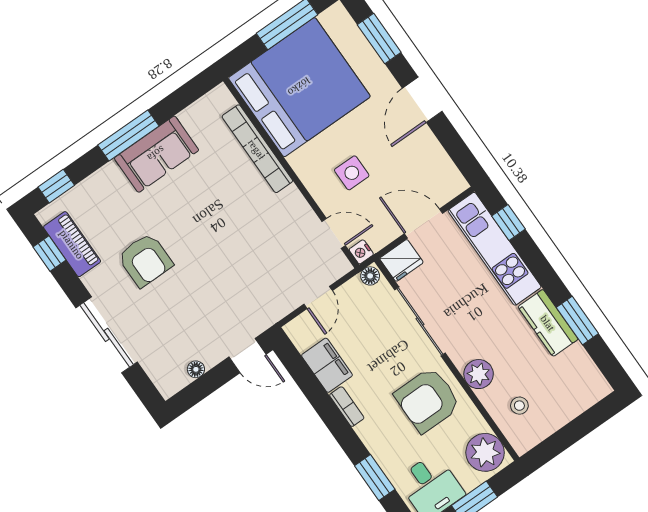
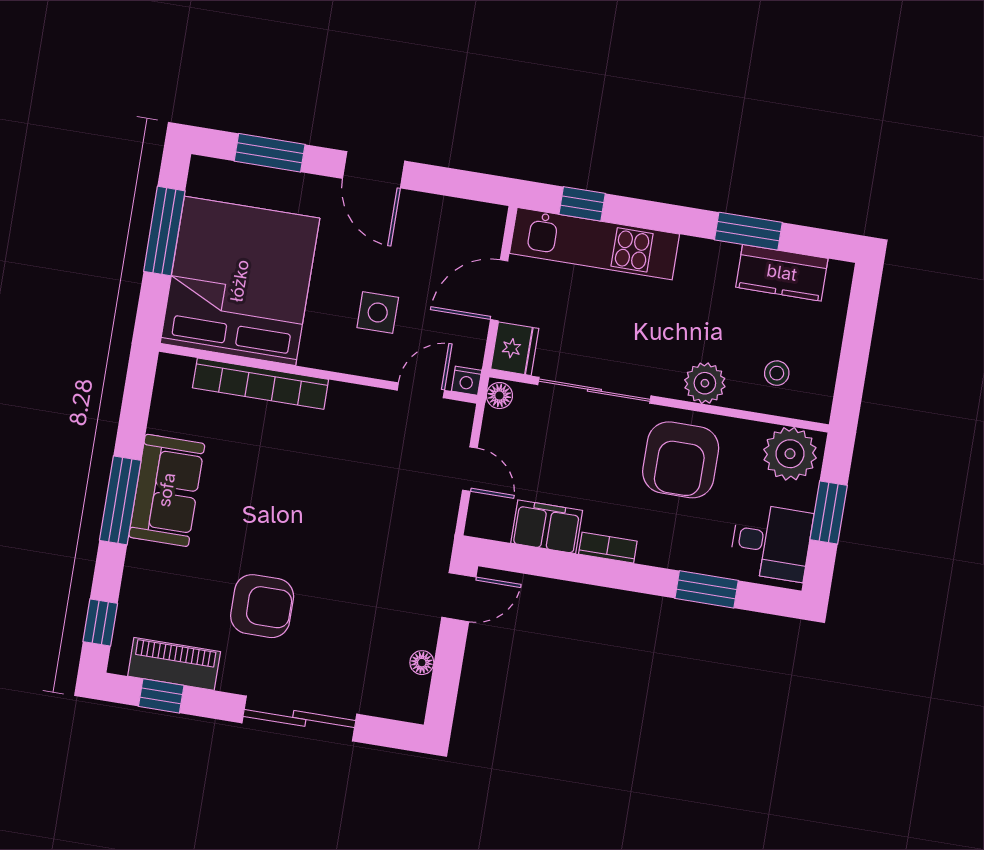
kitchen counter: (548, 323) -> (782, 273), moved

